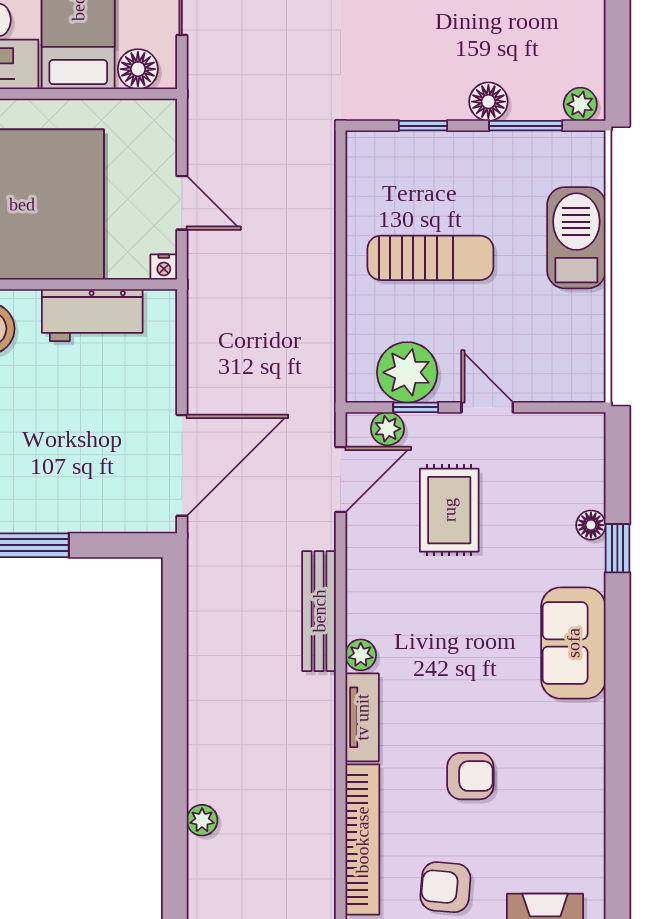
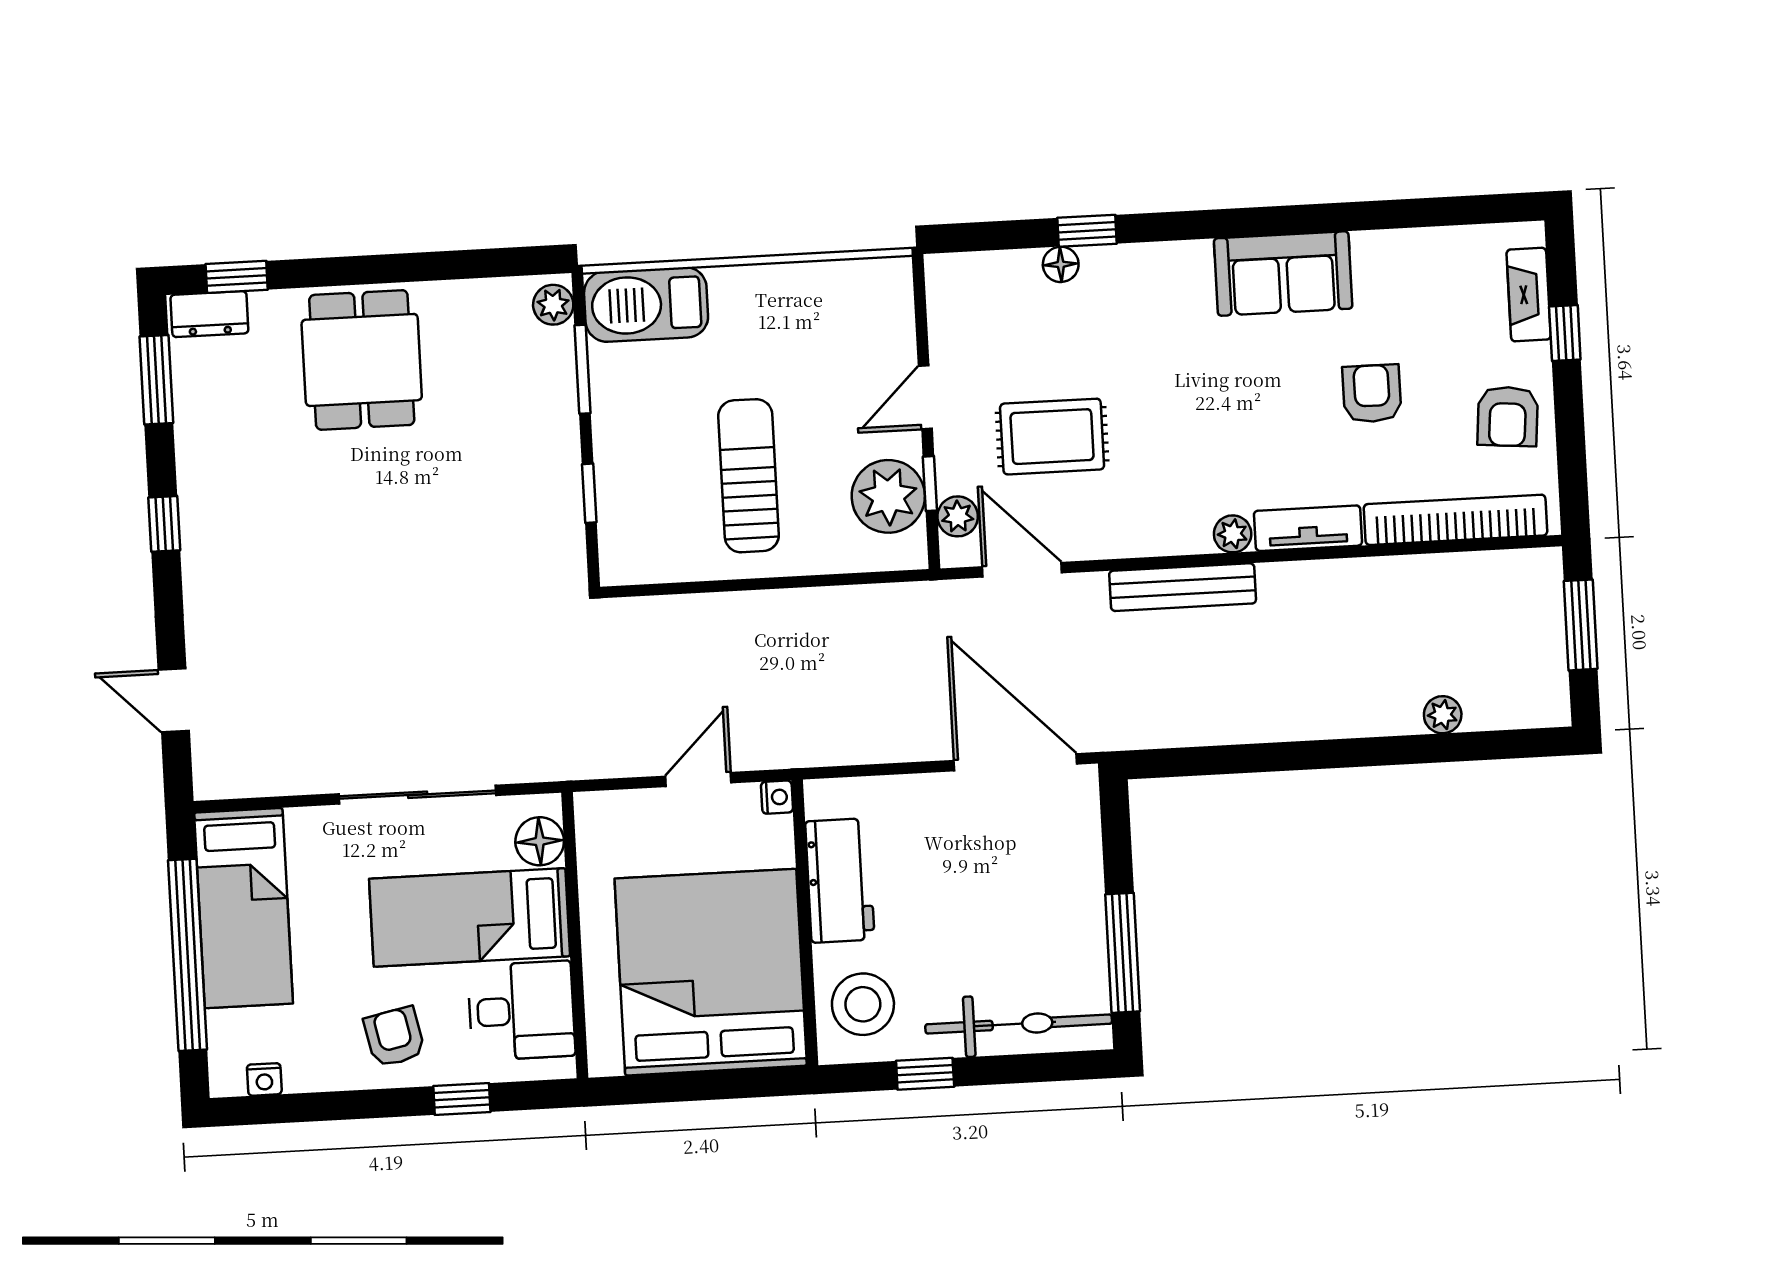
floor lamp: (488, 102) -> (556, 416), removed
barbecue: (576, 238) -> (646, 304), moved
sofa: (573, 643) -> (1283, 274), moved

